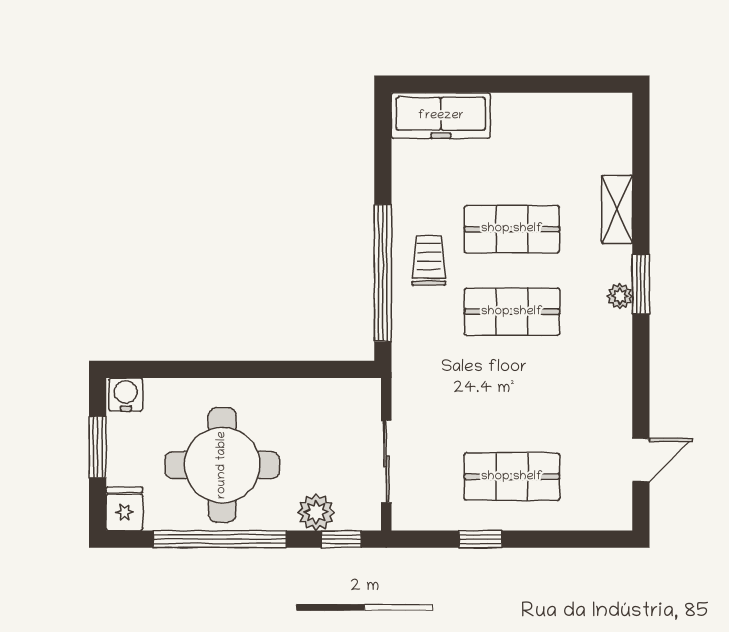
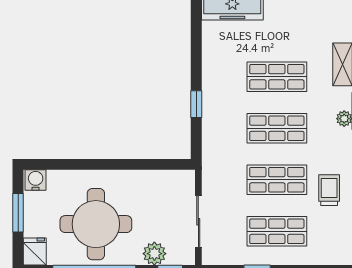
trolley: (429, 260) -> (329, 190), moved
window: (383, 273) -> (196, 104), width x0.32
shop shelf: (512, 394) -> (277, 180), added

